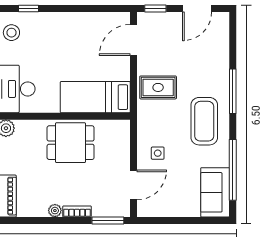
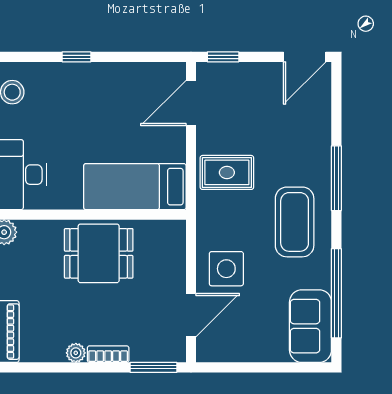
window: (28, 9) -> (76, 57), moved
door: (197, 9) -> (305, 57), moved
side table: (158, 153) -> (226, 269), width x1.87, depth x1.87

